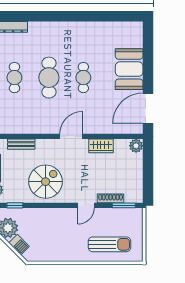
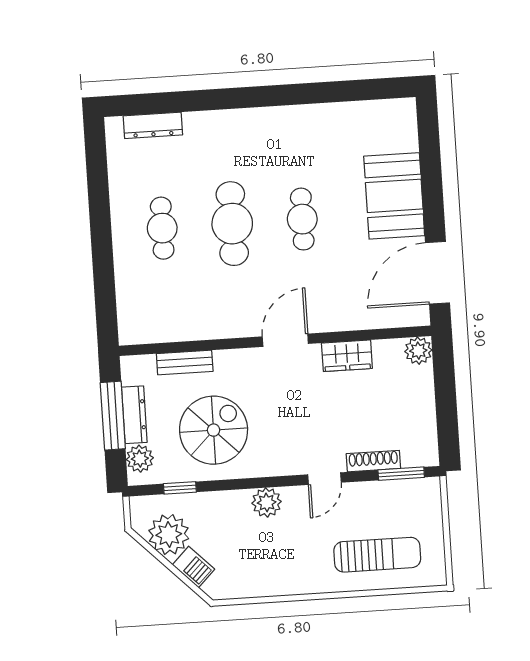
spiral stairs: (46, 182) -> (214, 430), moved
plant: (57, 215) -> (267, 502), added

